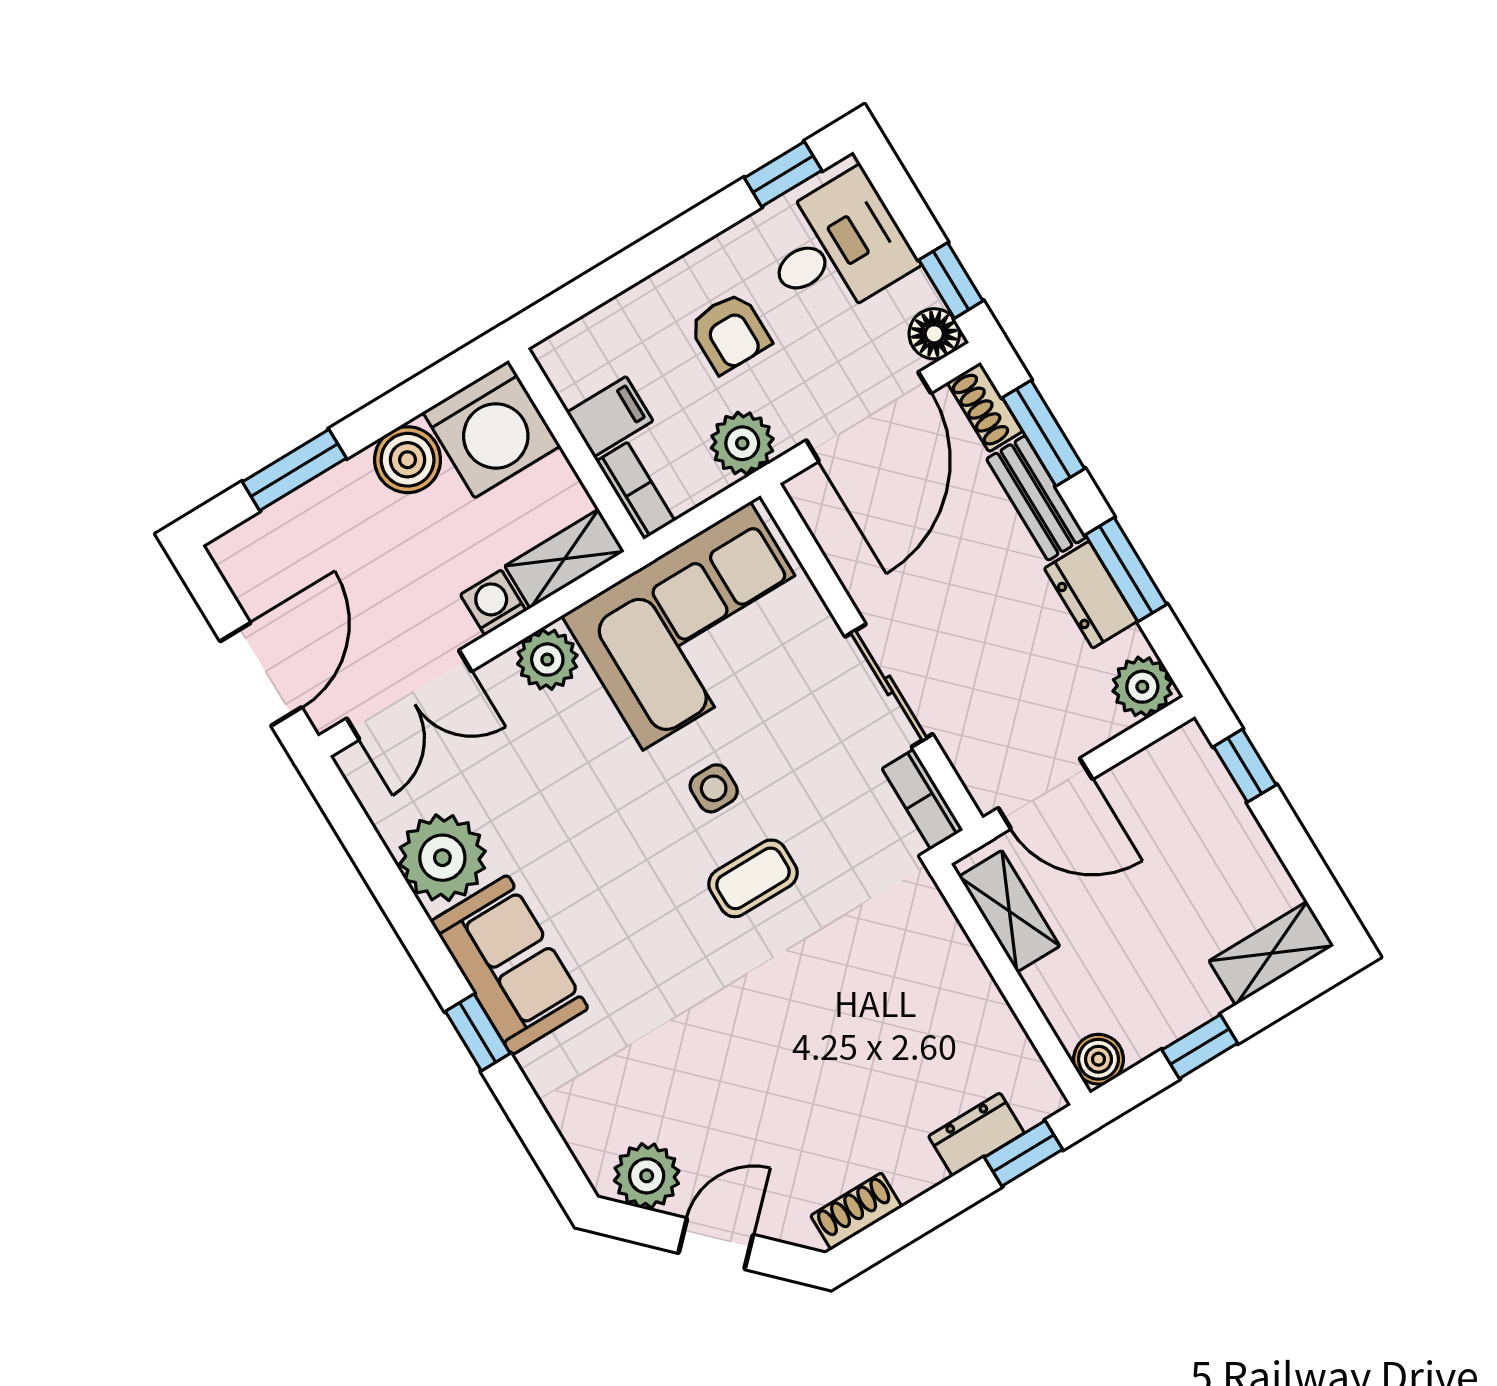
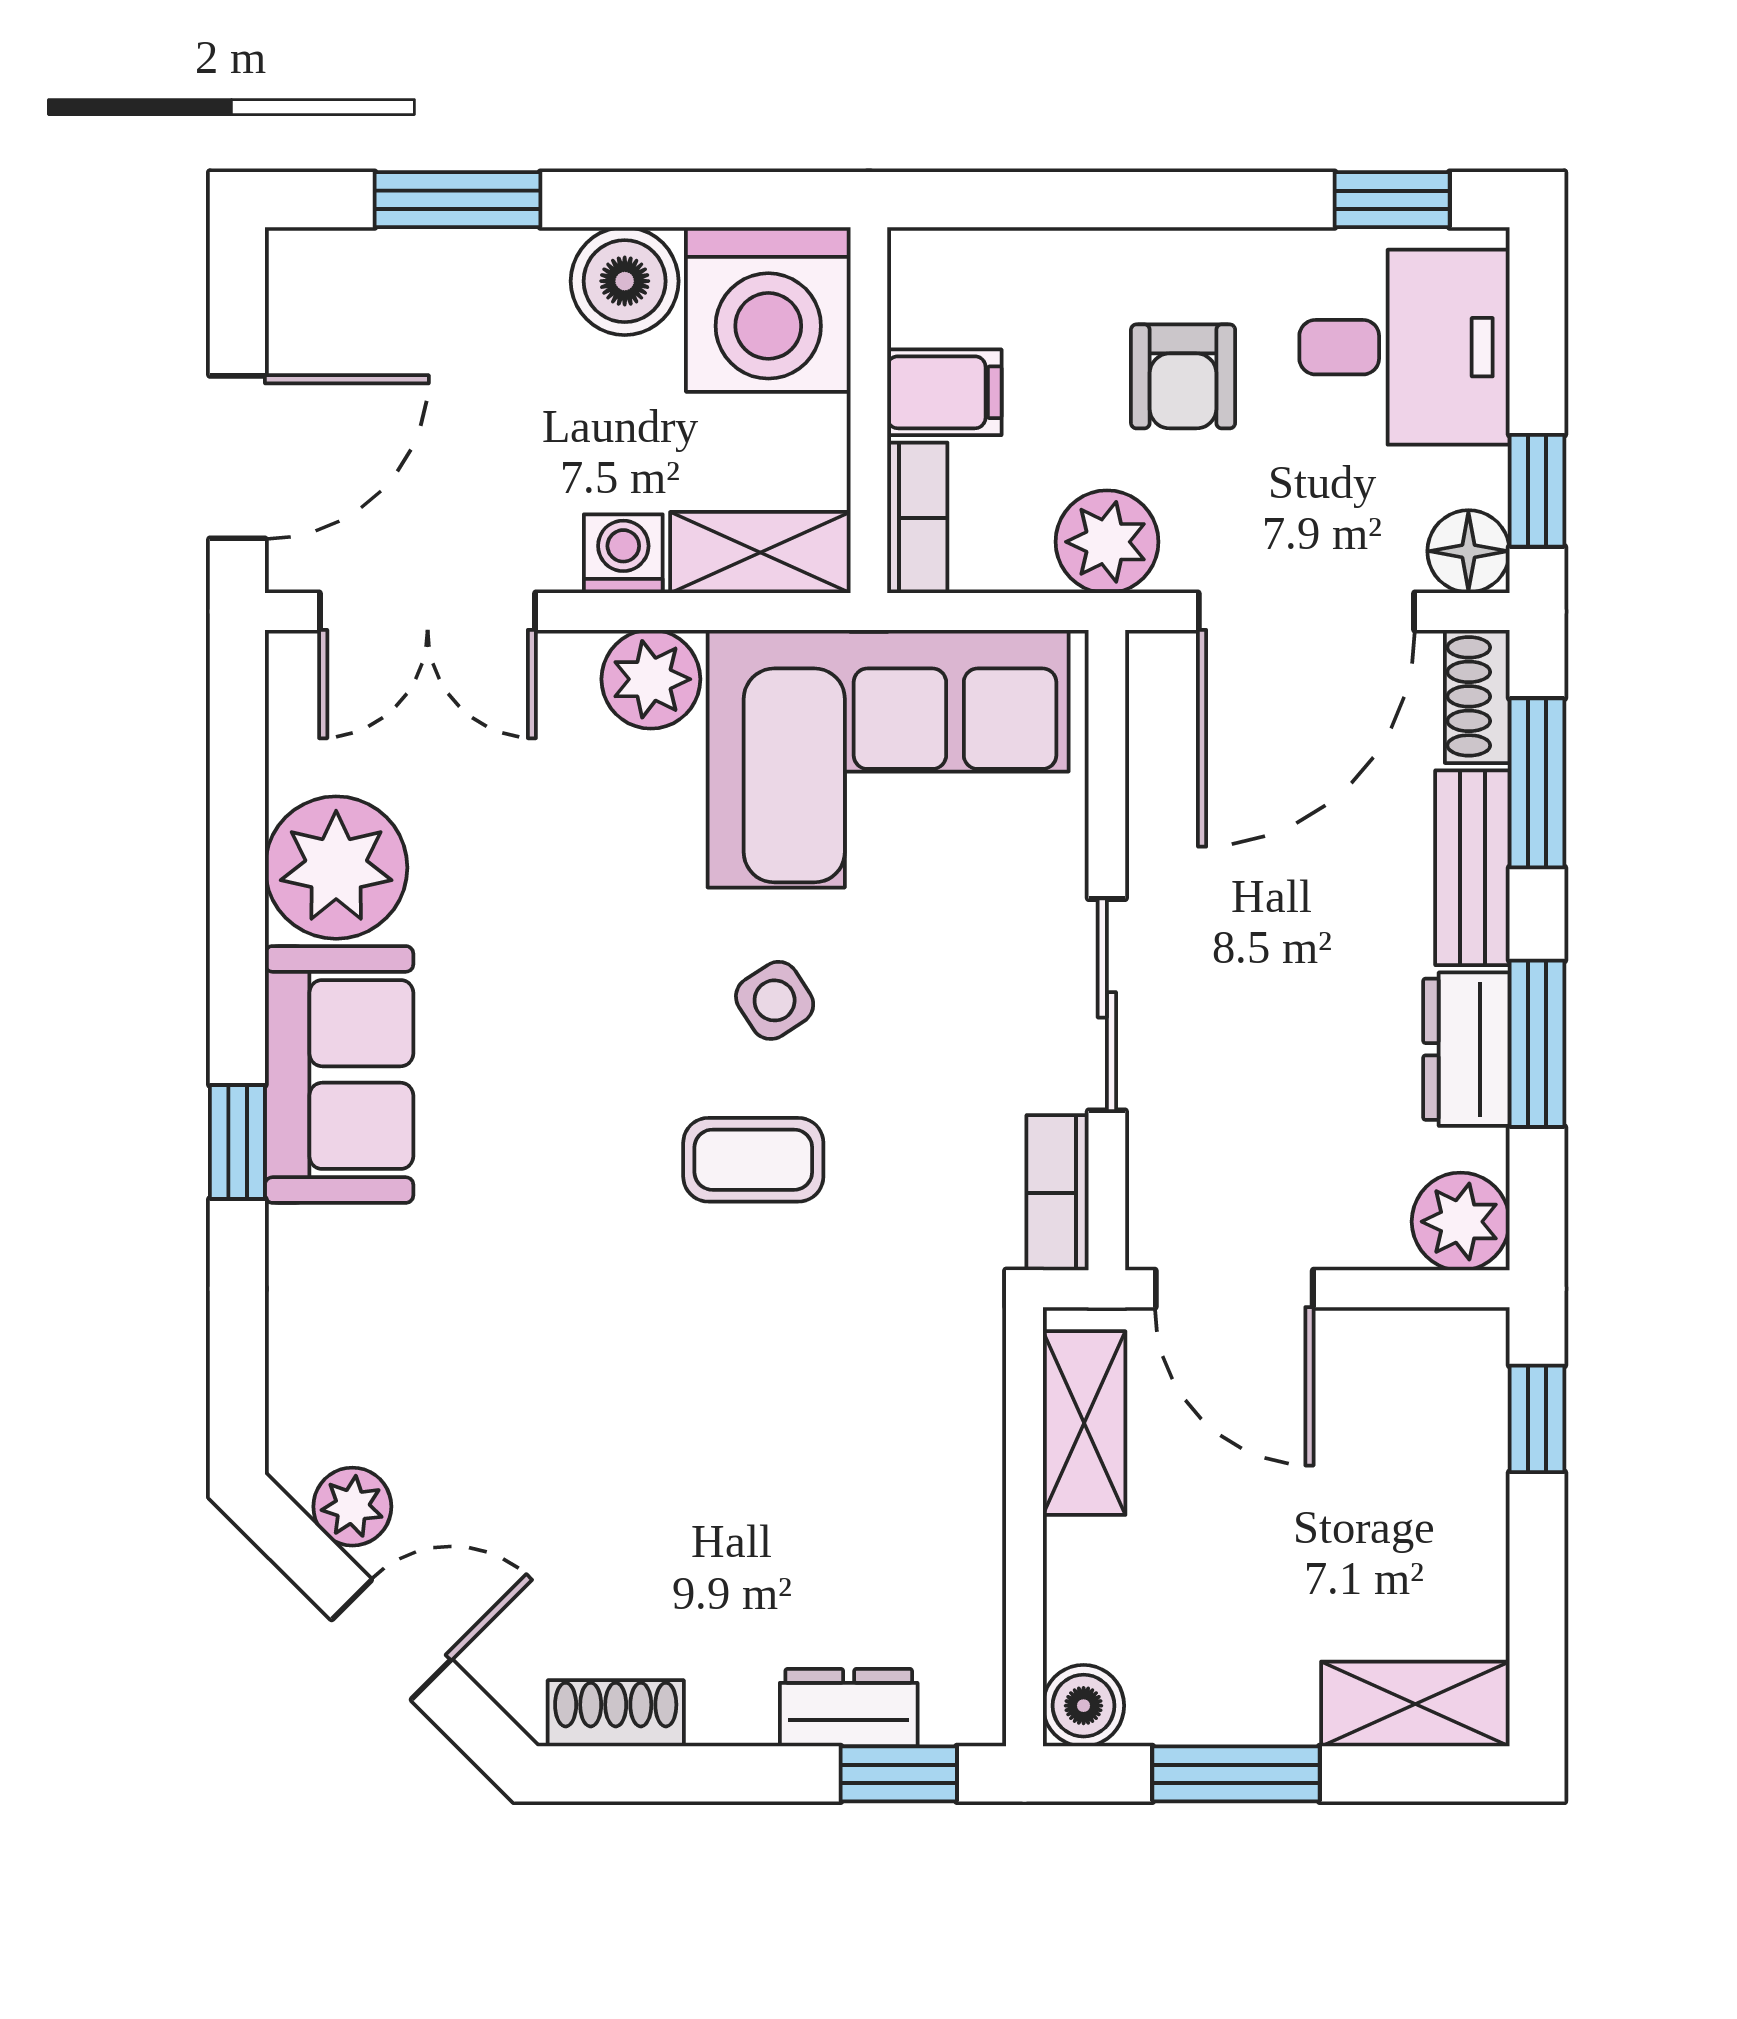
side table: (714, 788) -> (775, 1000), turned -33
window: (1200, 1047) -> (1236, 1774), width x1.50
plant: (647, 1176) -> (352, 1507), width x0.73, depth x0.73

